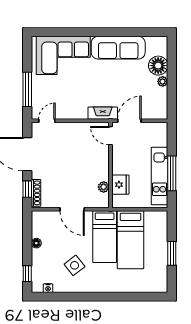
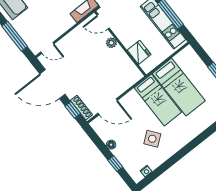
door: (47, 121) -> (47, 48), swing flipped
plant: (104, 187) -> (111, 43), moved
door: (72, 209) -> (108, 107), moved
window: (27, 274) -> (115, 164), moved

